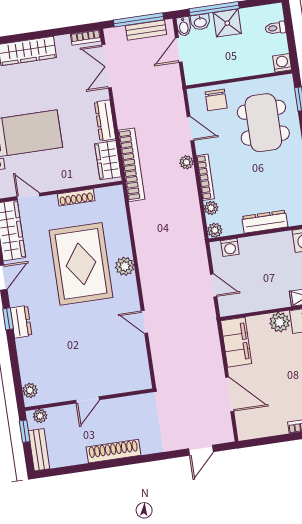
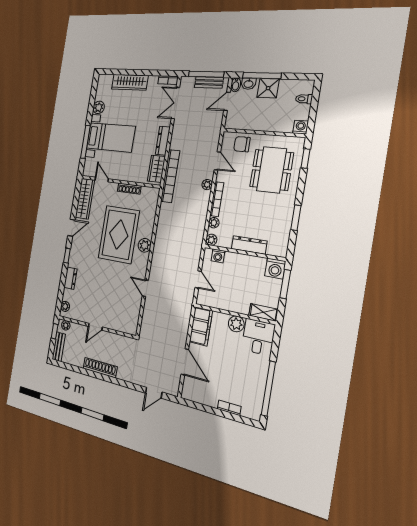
chair: (216, 100) -> (242, 144), turned 90
dresser: (21, 322) -> (70, 278), moved

